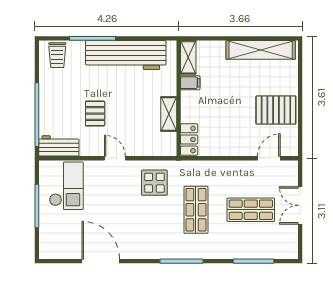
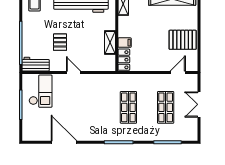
filing cabinet: (190, 83) -> (125, 43), moved
display table: (154, 183) -> (100, 89), removed
shop shelf: (251, 210) -> (166, 107), turned 90

